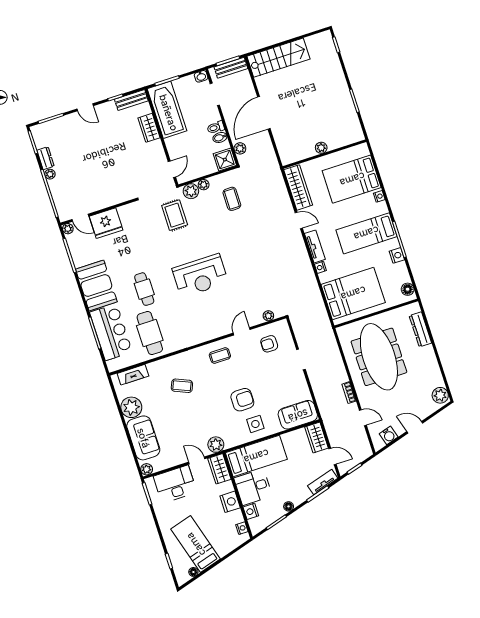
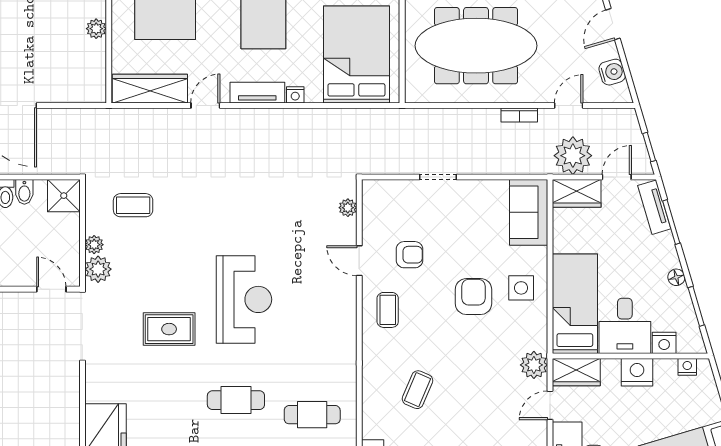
plant: (240, 148) -> (573, 156), moved, width x1.88, depth x1.88
rug: (175, 215) -> (169, 329), moved
cafe table: (150, 333) -> (312, 415), width x0.73, depth x0.74
armchair: (269, 344) -> (409, 255), moved, turned -90

